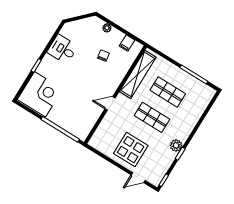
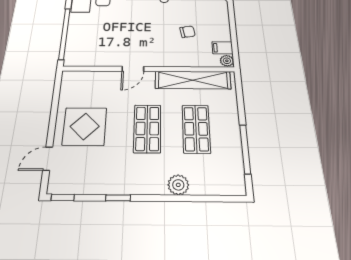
plant: (107, 28) -> (227, 61), moved
door: (110, 103) -> (133, 69), swing flipped
plant: (176, 145) -> (178, 185), moved
door: (138, 178) -> (48, 159), hinge flipped

